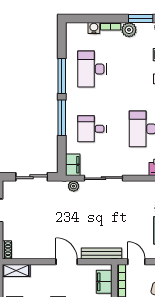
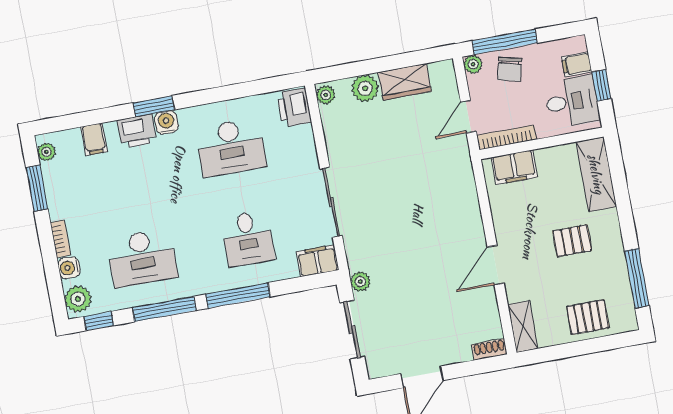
plant: (129, 30) -> (78, 299), moved
window: (62, 39) -> (99, 321), added
plant: (74, 186) -> (360, 282), moved
bench: (101, 254) -> (465, 181), removed
door: (67, 262) -> (496, 265), moved

